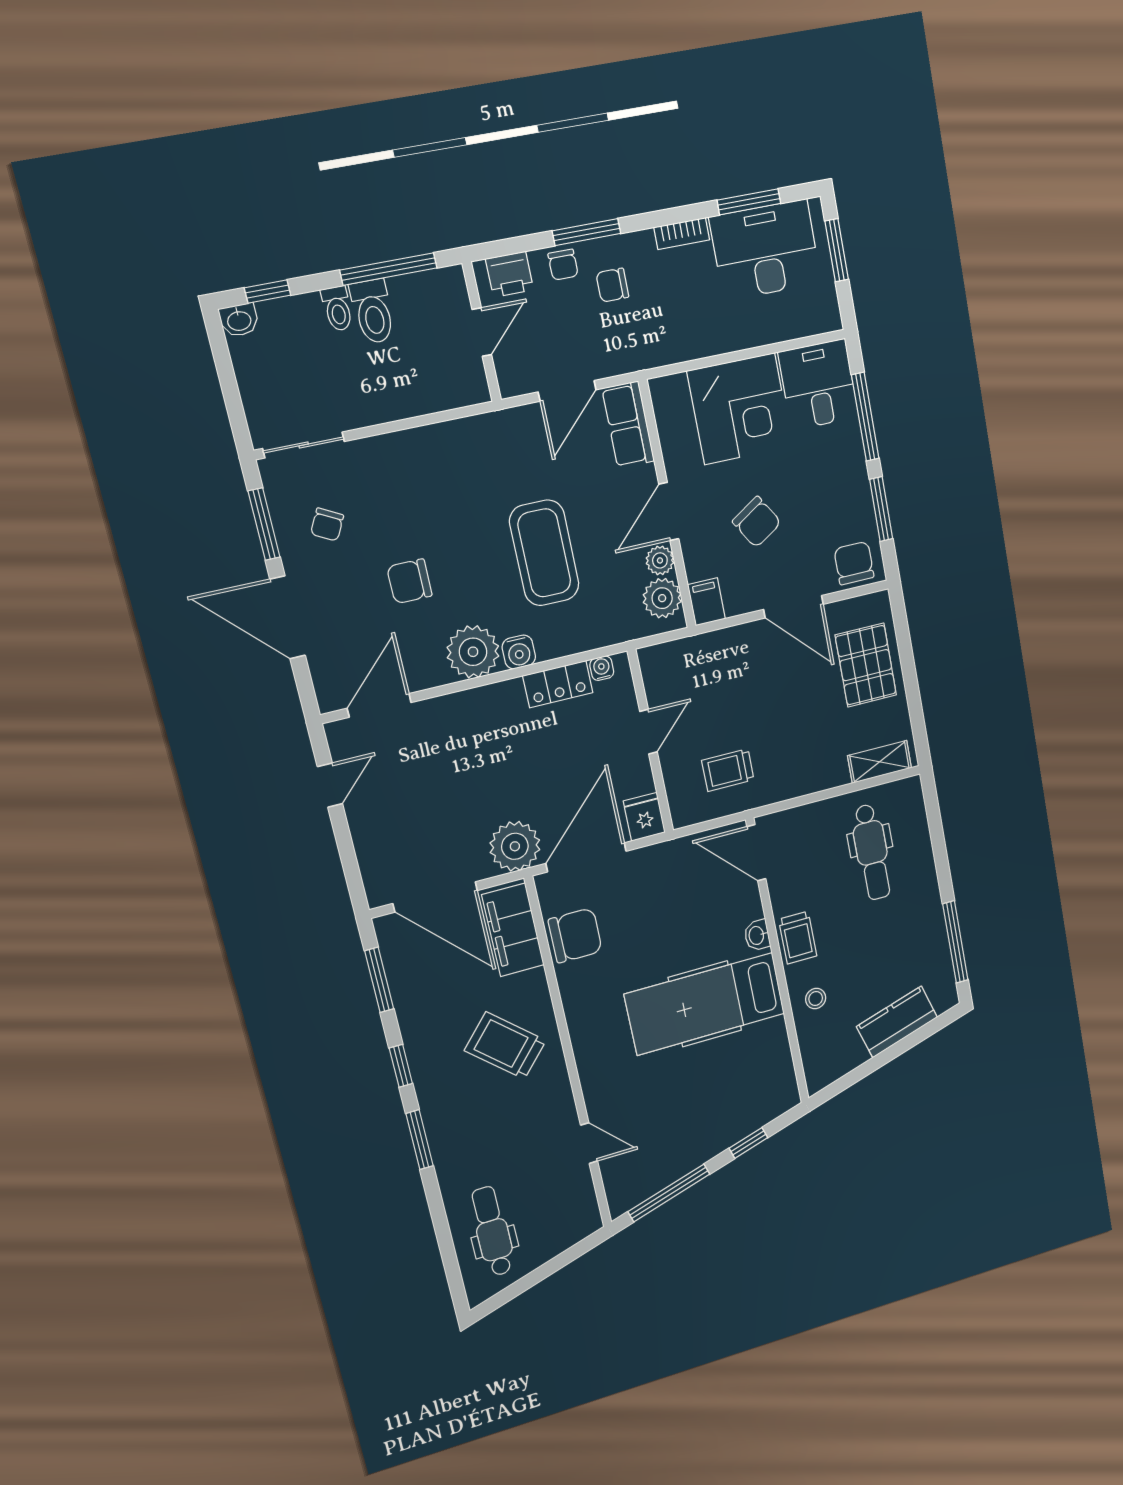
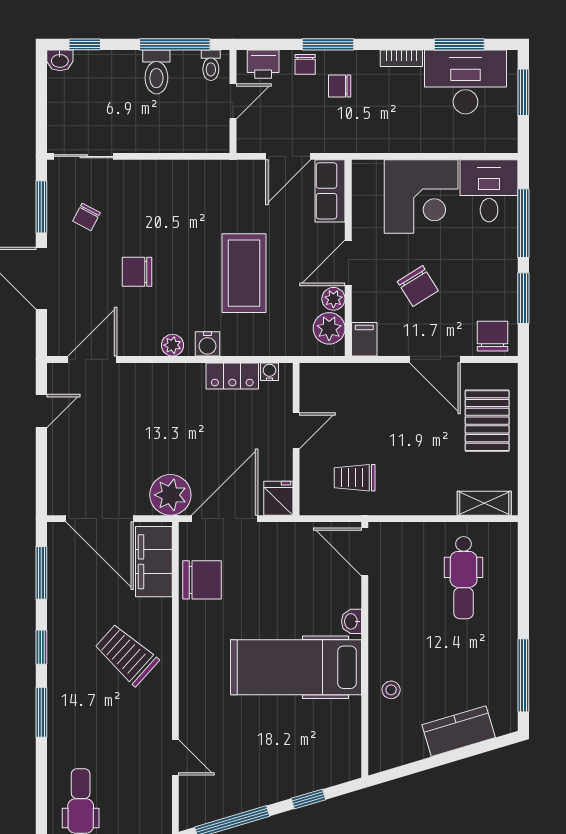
toilet: (337, 309) -> (211, 65), moved
plant: (473, 652) -> (172, 345), width x0.53, depth x0.53
trolley: (798, 938) -> (386, 633), removed

